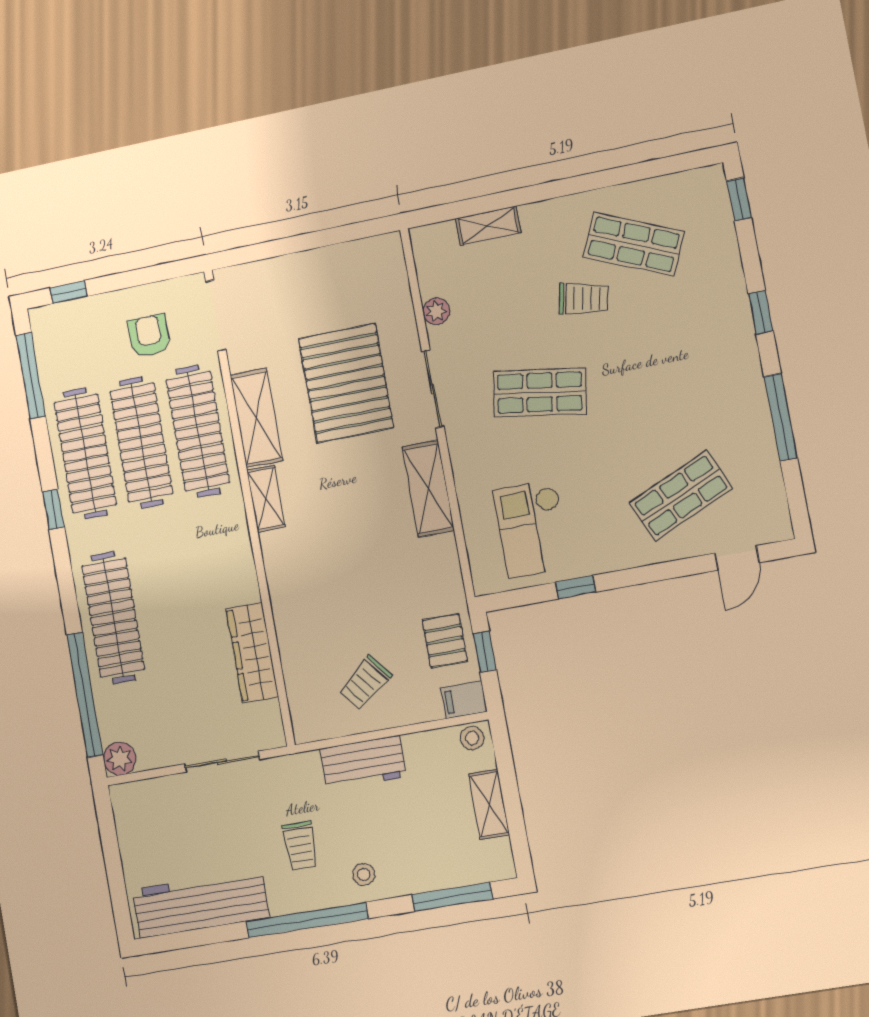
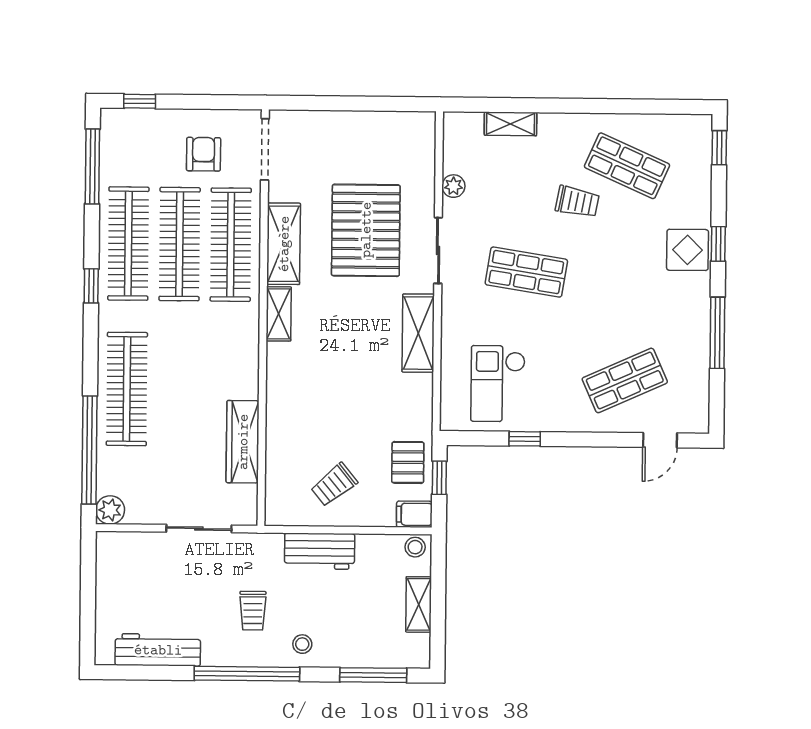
display table: (725, 327) -> (688, 250), added
workbench: (201, 904) -> (158, 650), width x0.73, depth x0.76

